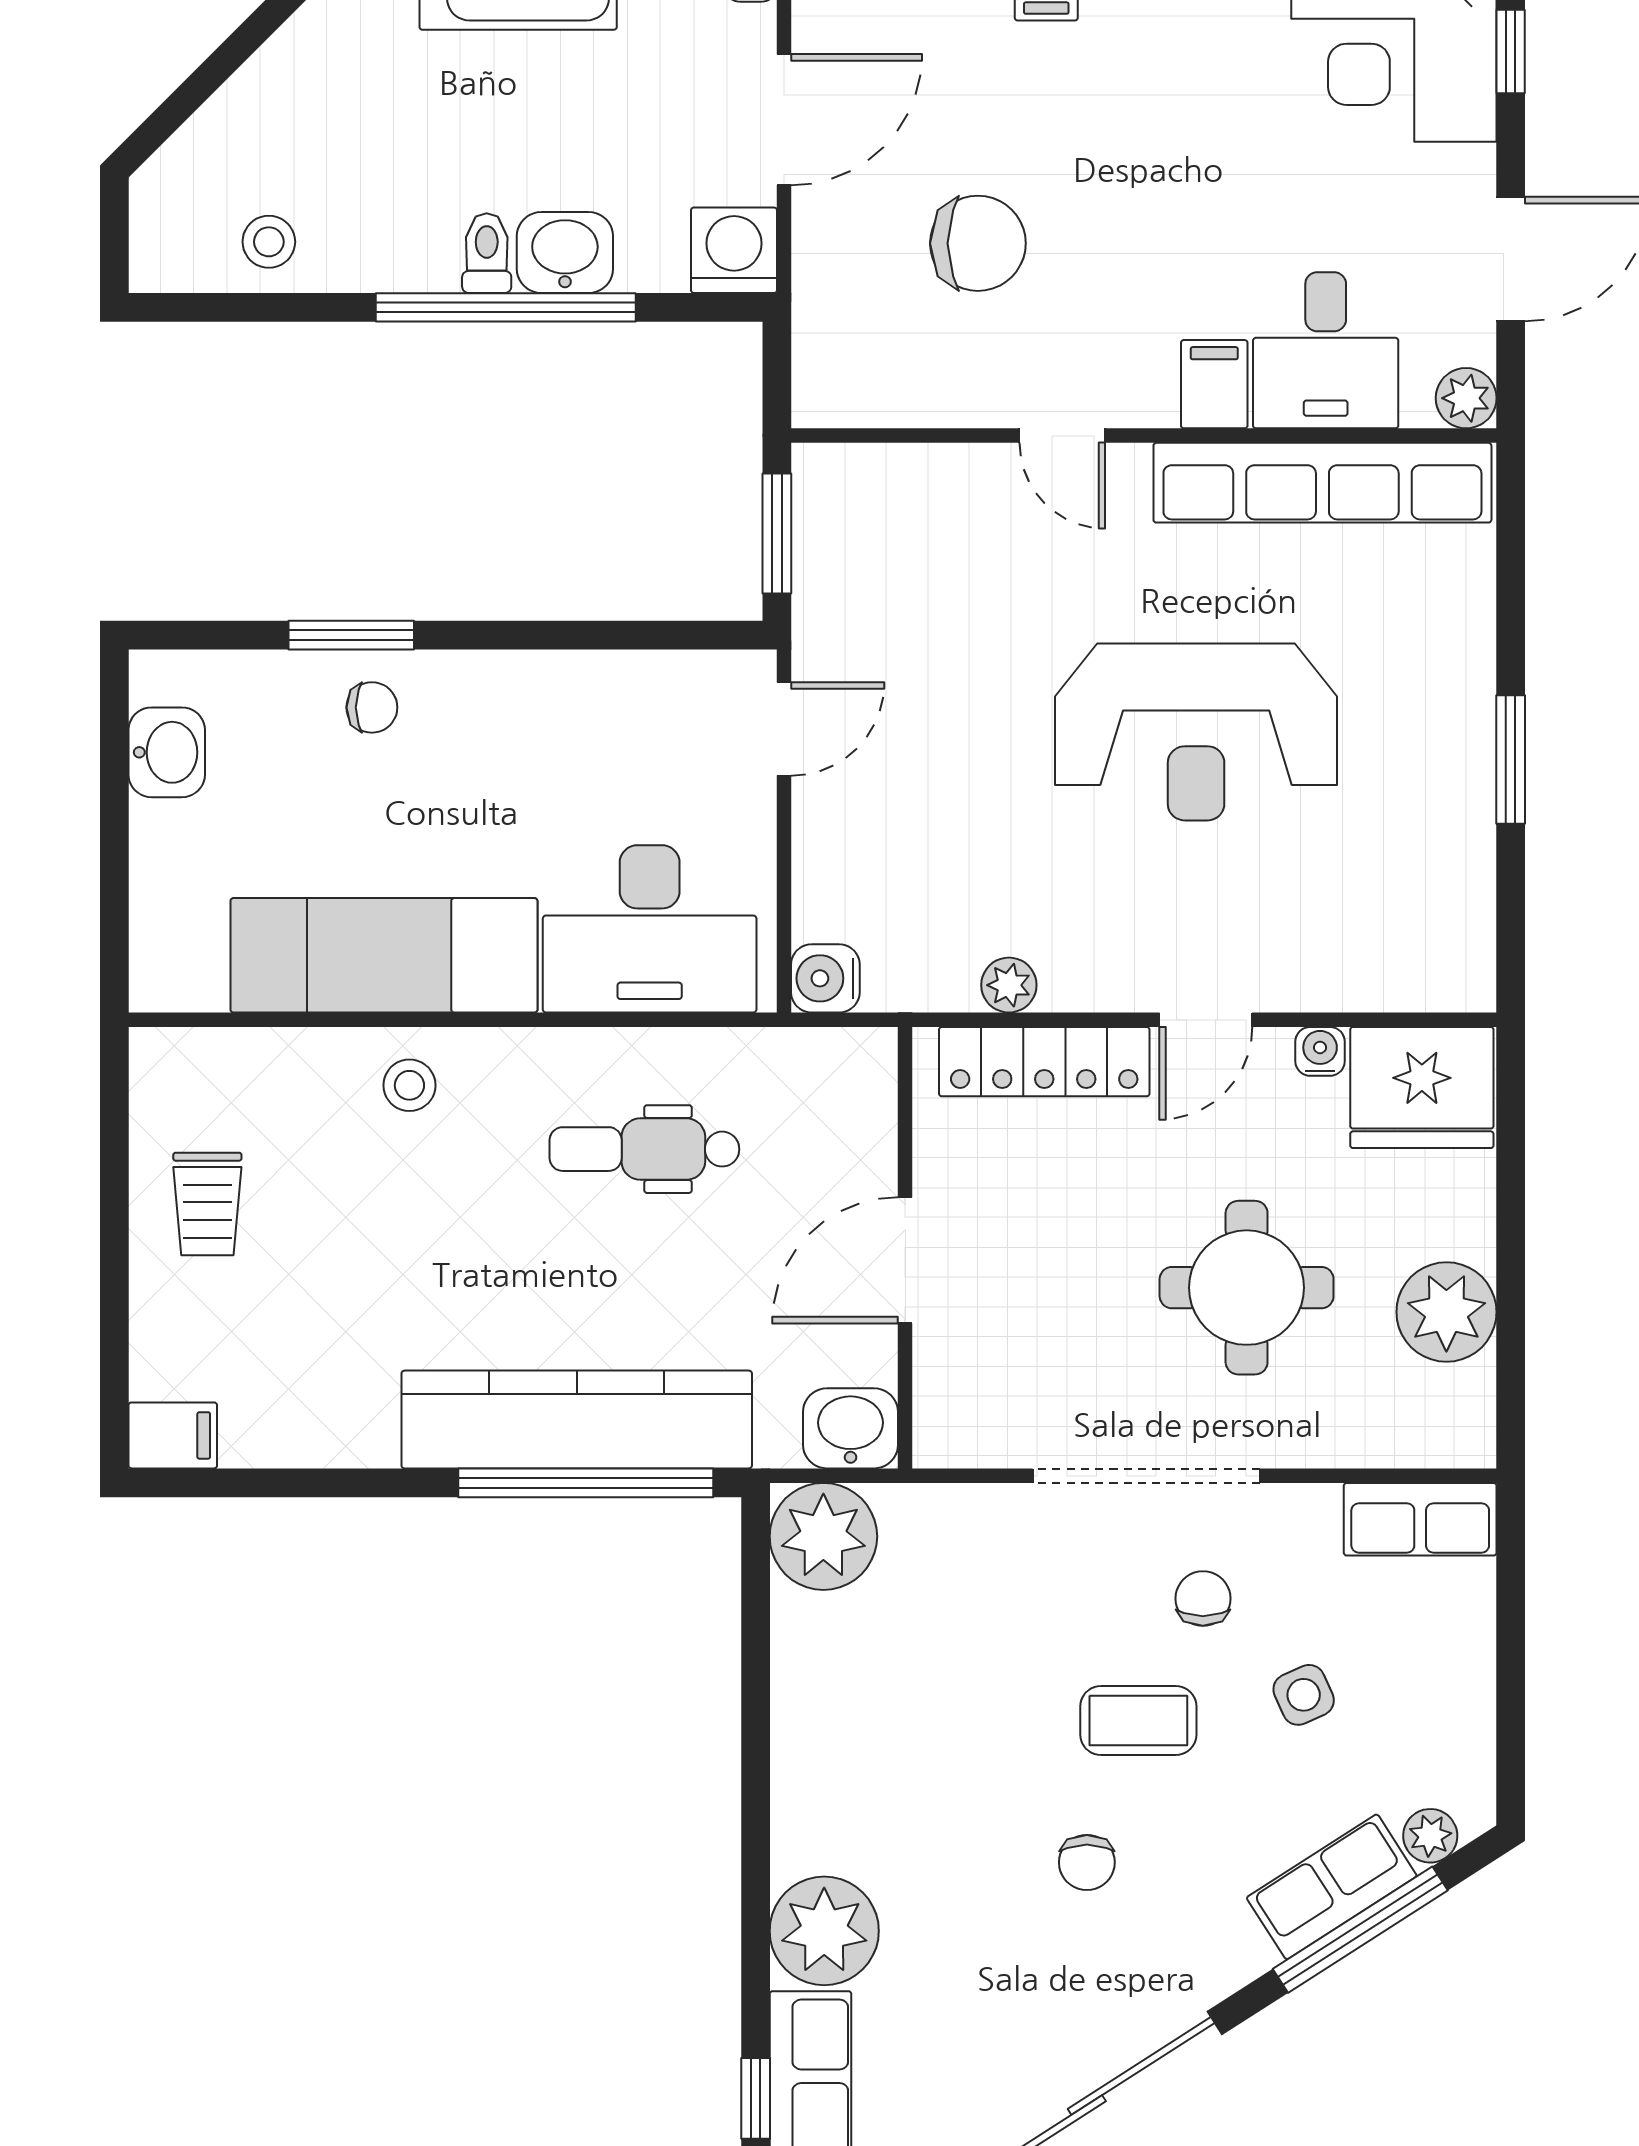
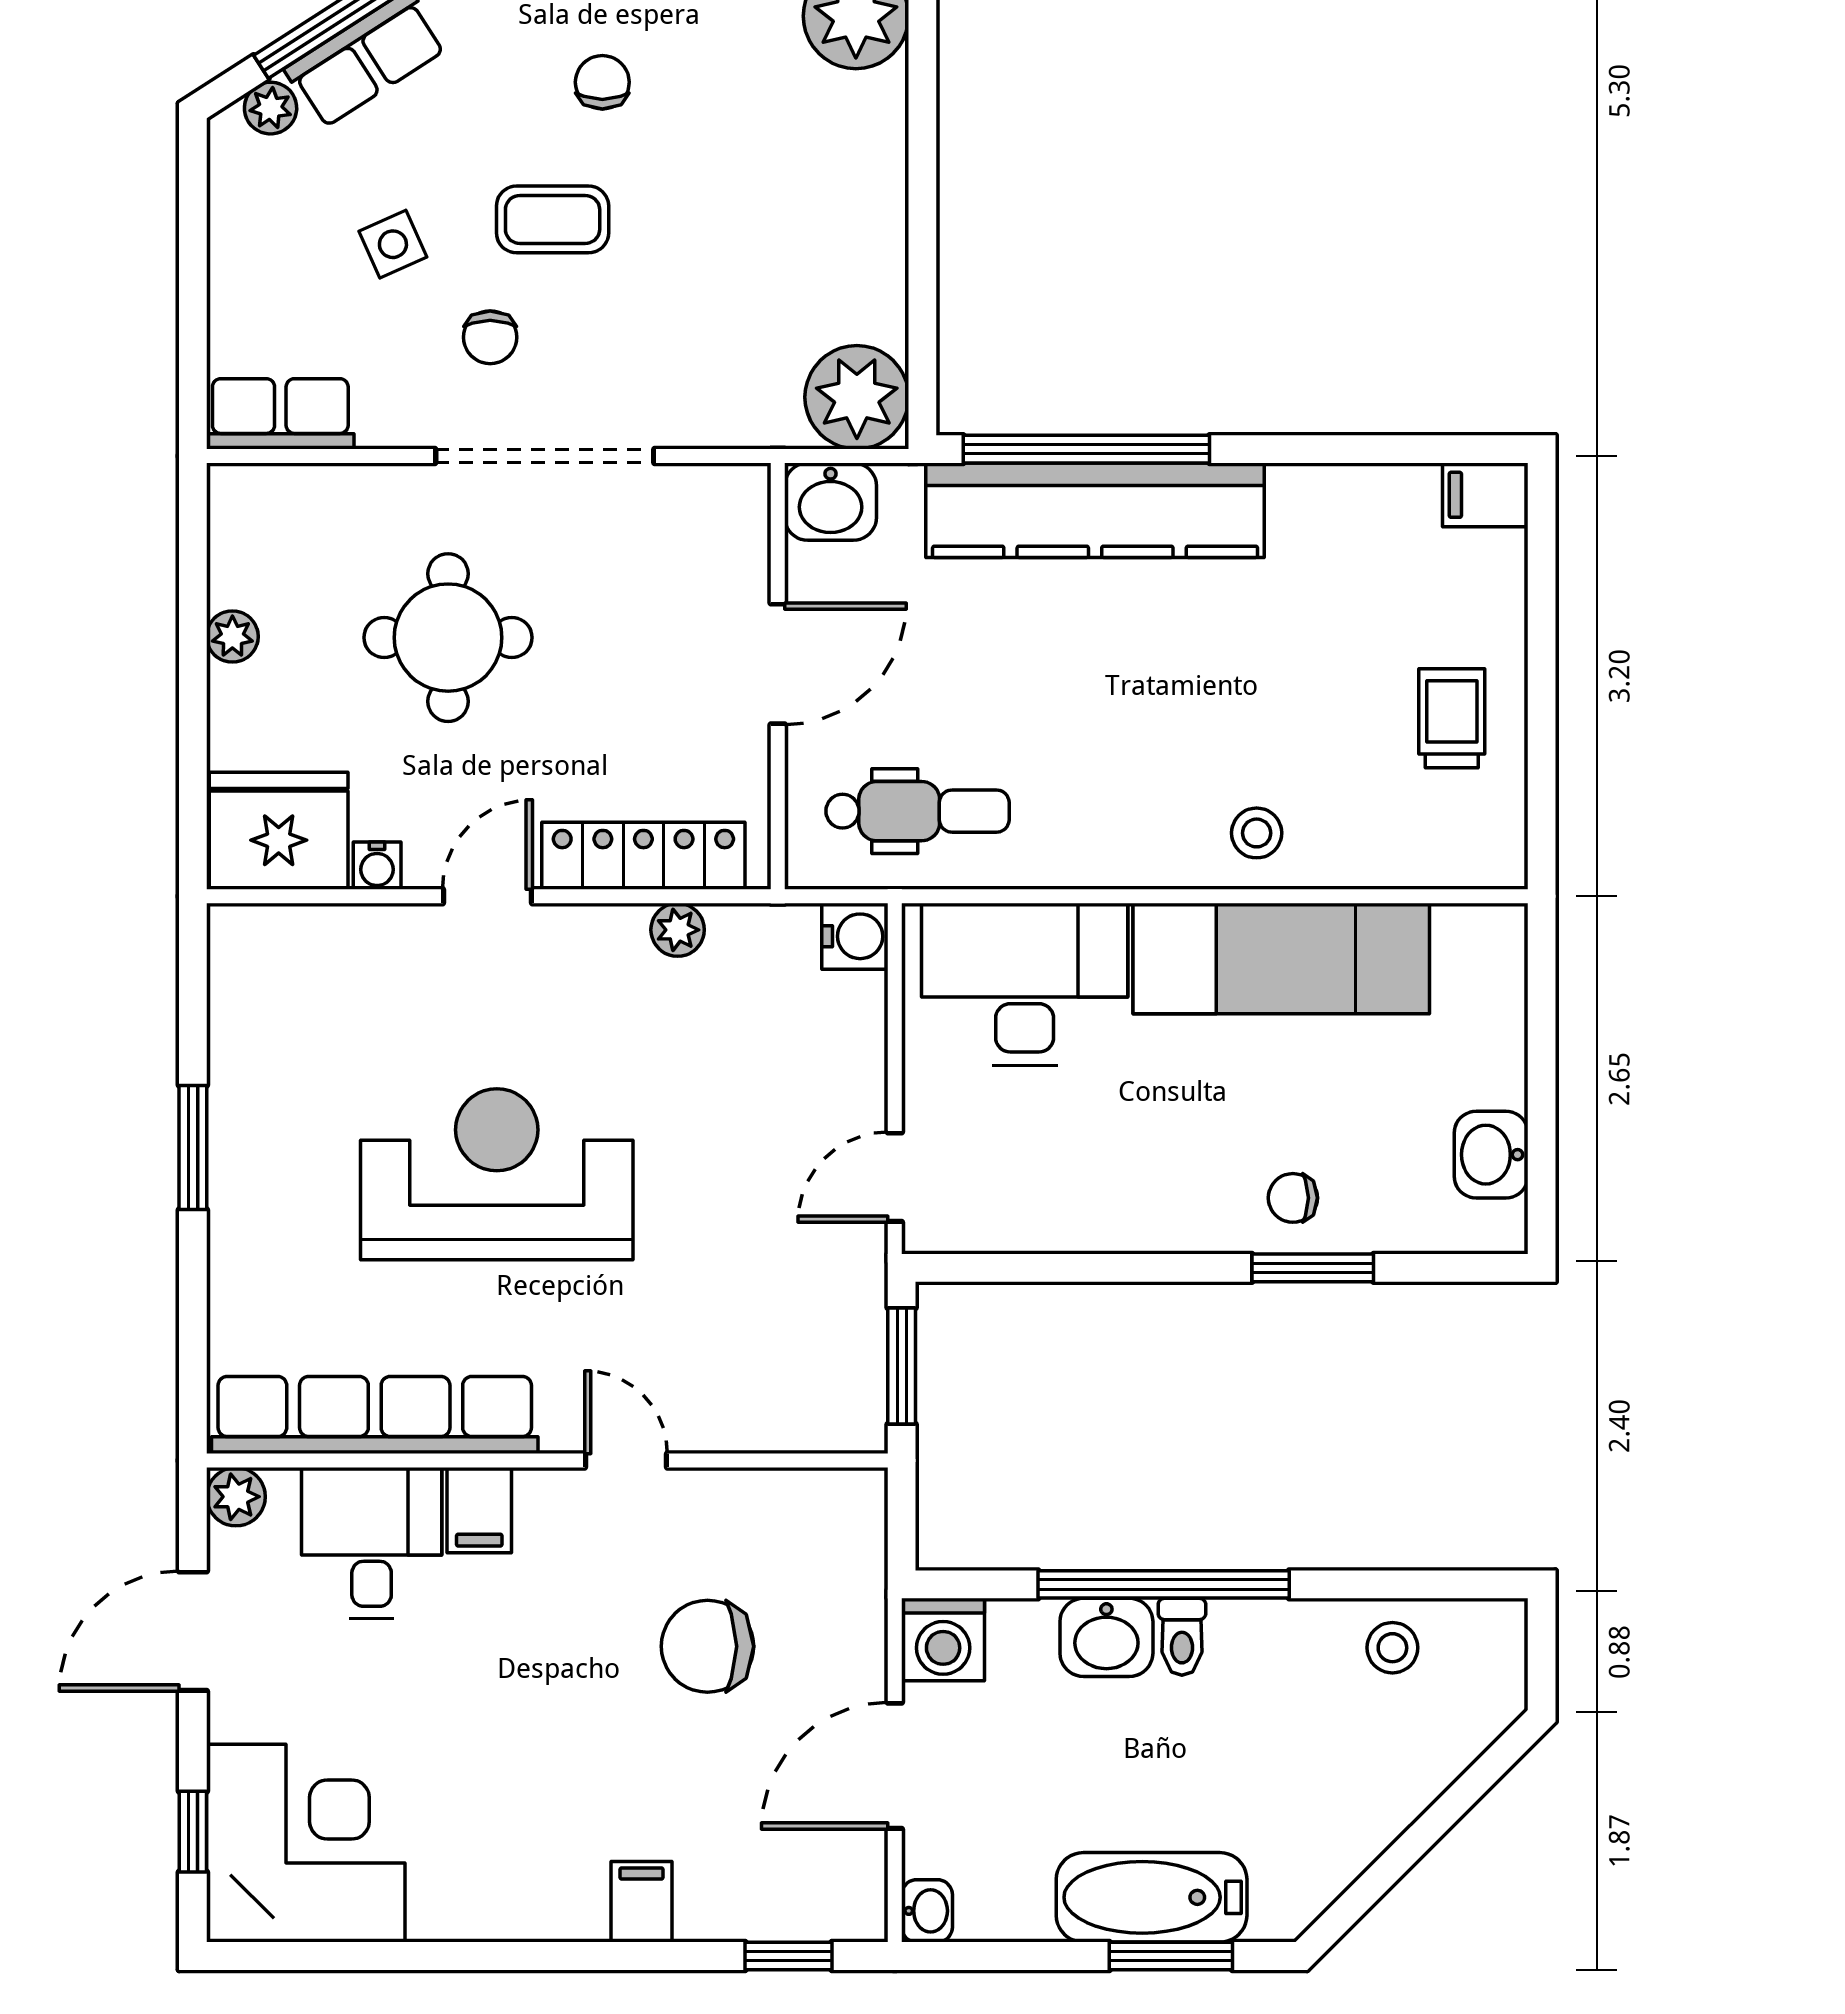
dental chair: (644, 1149) -> (918, 811), moved
plant: (1446, 1312) -> (232, 637), width x0.53, depth x0.53

